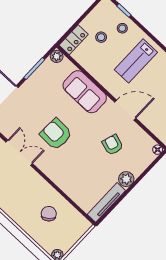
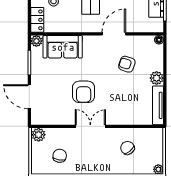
sofa: (85, 92) -> (63, 47), moved
armchair: (56, 134) -> (84, 92), turned -92
double door: (19, 153) -> (90, 126), moved

